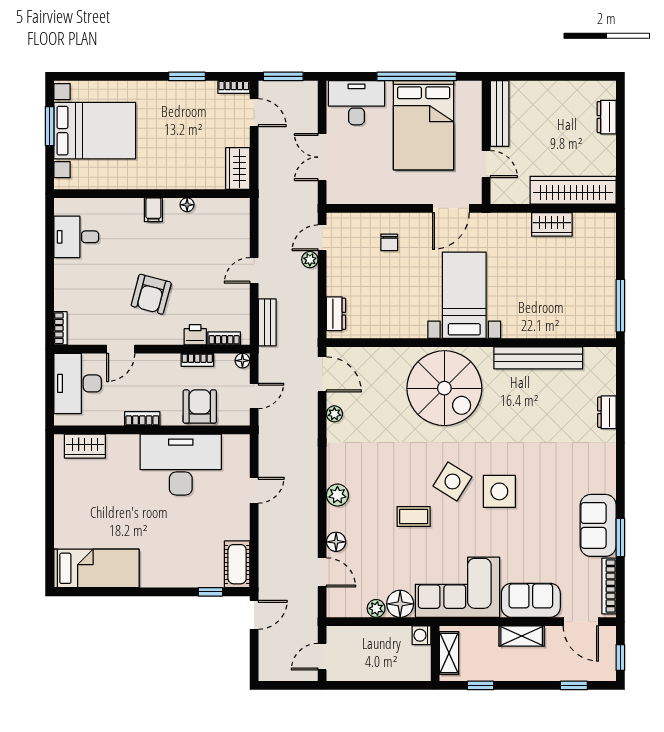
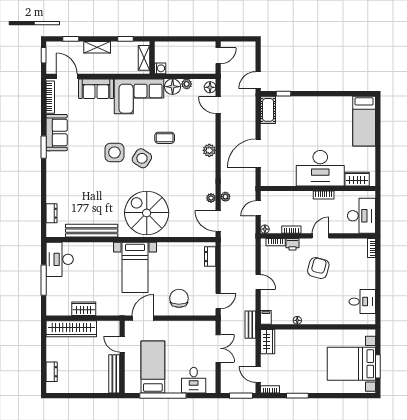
desk: (356, 103) -> (194, 380), width x0.73
bed: (424, 125) -> (153, 367), width x0.67
filing cabinet: (153, 210) -> (266, 317), moved
chair: (389, 242) -> (179, 298), width x1.87, depth x1.87
plant: (310, 260) -> (225, 197), moved
door: (254, 270) -> (258, 282), hinge flipped
window: (620, 306) -> (44, 280), moved
desk: (593, 309) -> (60, 259), added
bench: (267, 322) -> (250, 325), moved
door: (121, 349) -> (321, 236), moved
armchair: (200, 407) -> (290, 202), removed
dresser: (607, 412) -> (51, 213), moved
desk: (181, 465) -> (320, 168), moved
door: (254, 490) -> (258, 153), width x1.87
window: (620, 537) -> (44, 147), moved
floor lamp: (336, 542) -> (210, 87), moved
bed: (96, 568) -> (364, 121), moved, turned -90
shelving: (522, 636) -> (97, 47), moved

